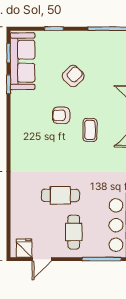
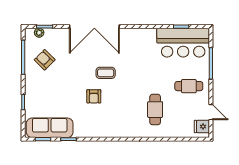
armchair: (73, 76) -> (45, 60), moved
cafe table: (60, 195) -> (155, 110), moved

